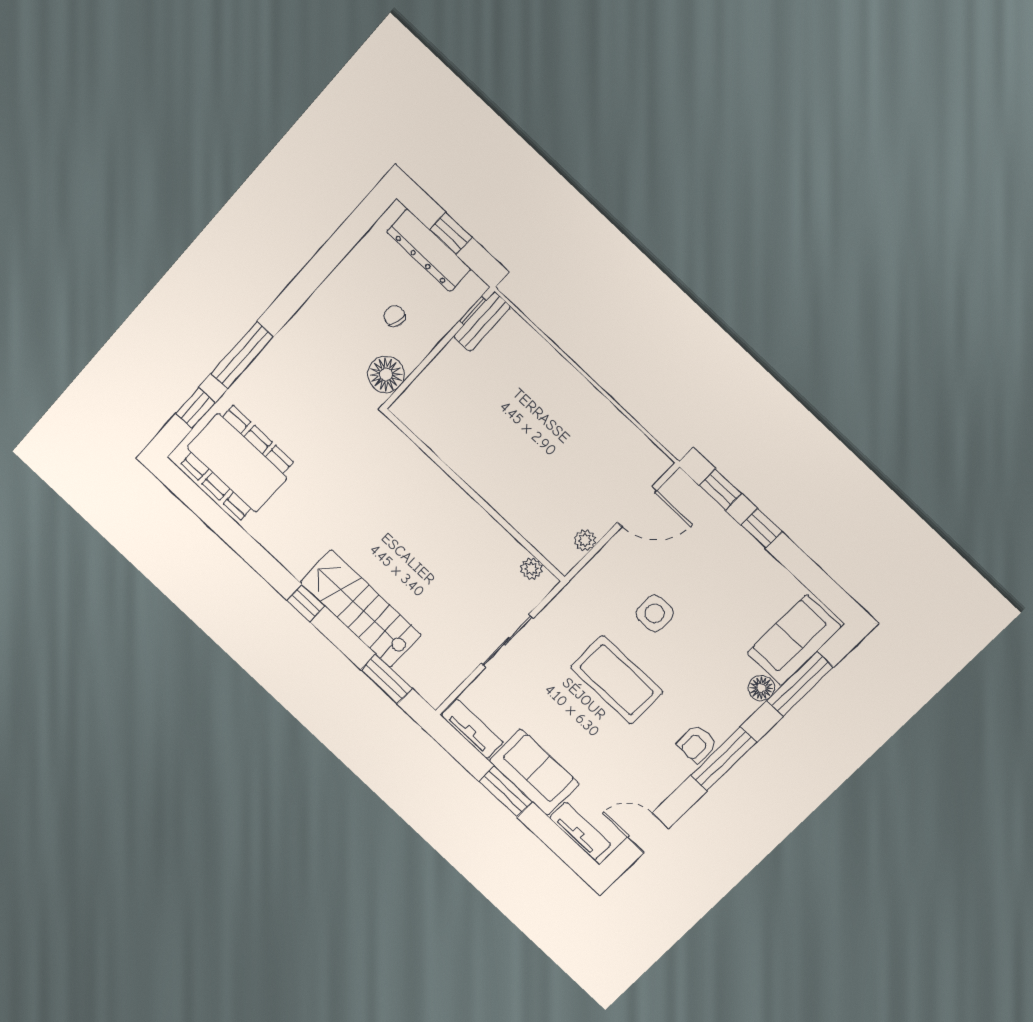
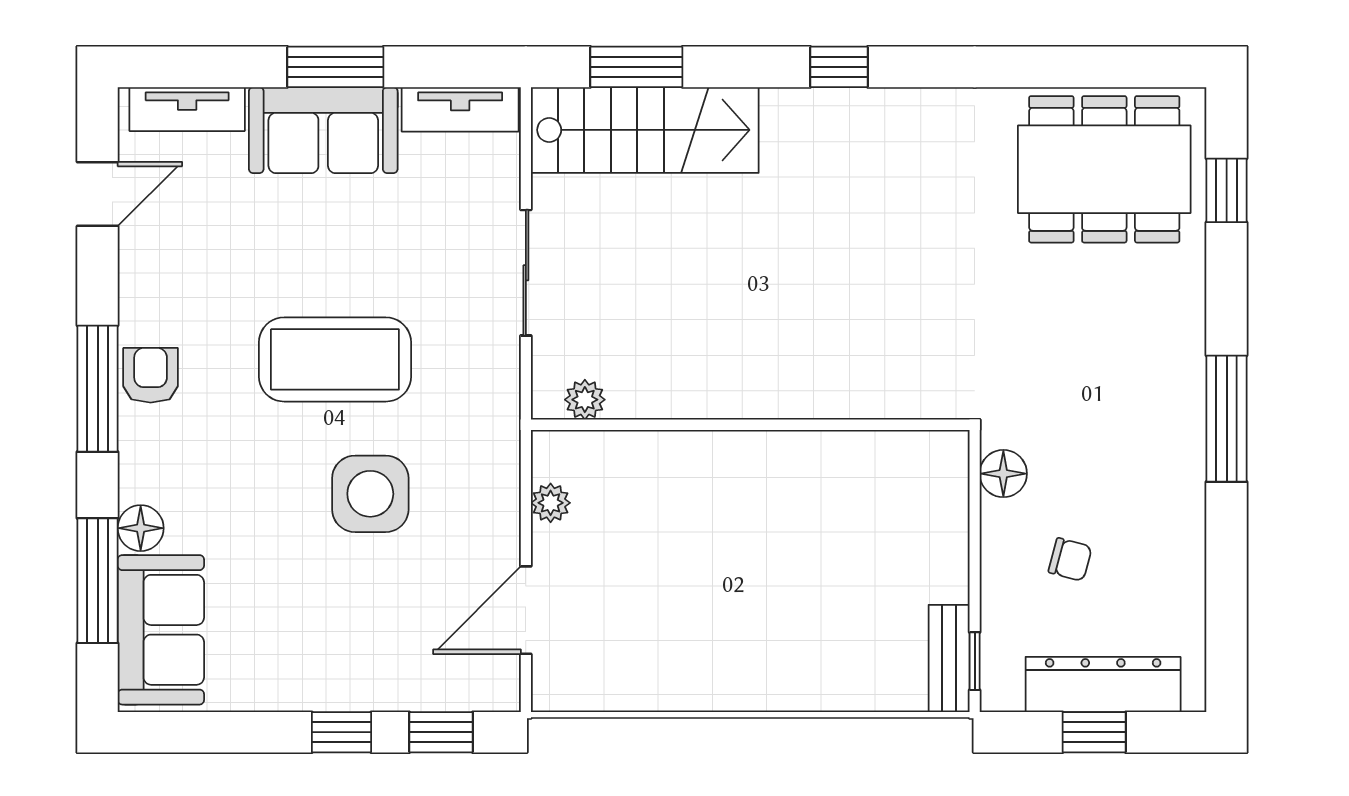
window: (242, 355) -> (1227, 419), moved
floor lamp: (386, 374) -> (1003, 474), width x0.73, depth x0.73
stairs: (361, 609) -> (645, 130), moved
side table: (655, 613) -> (370, 494), width x1.37, depth x1.37

